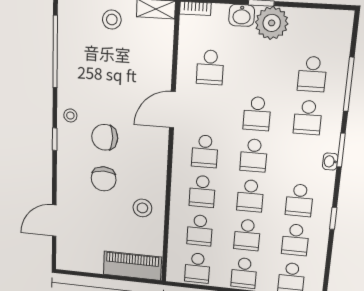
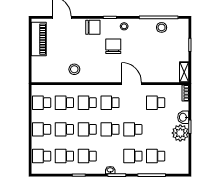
stool: (112, 20) -> (162, 27), moved
chair: (104, 179) -> (93, 27), moved, turned 180
piano: (132, 266) -> (39, 39), moved

